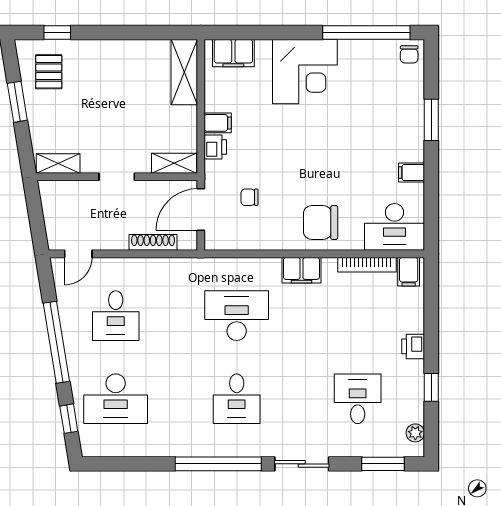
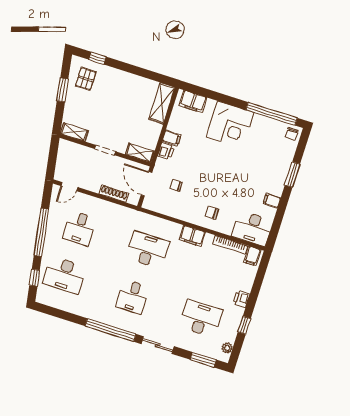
door: (201, 210) -> (146, 184), hinge flipped
chair: (321, 223) -> (212, 213), width x0.54, depth x0.54
desk: (358, 399) -> (201, 318), width x1.37

